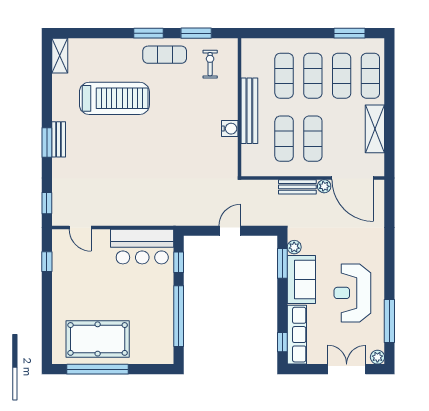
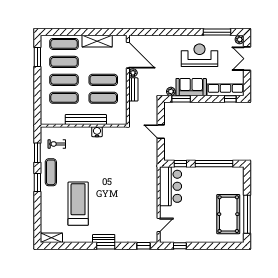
door: (353, 178) -> (128, 55), hinge flipped
reception desk: (352, 293) -> (200, 55), turned 180

